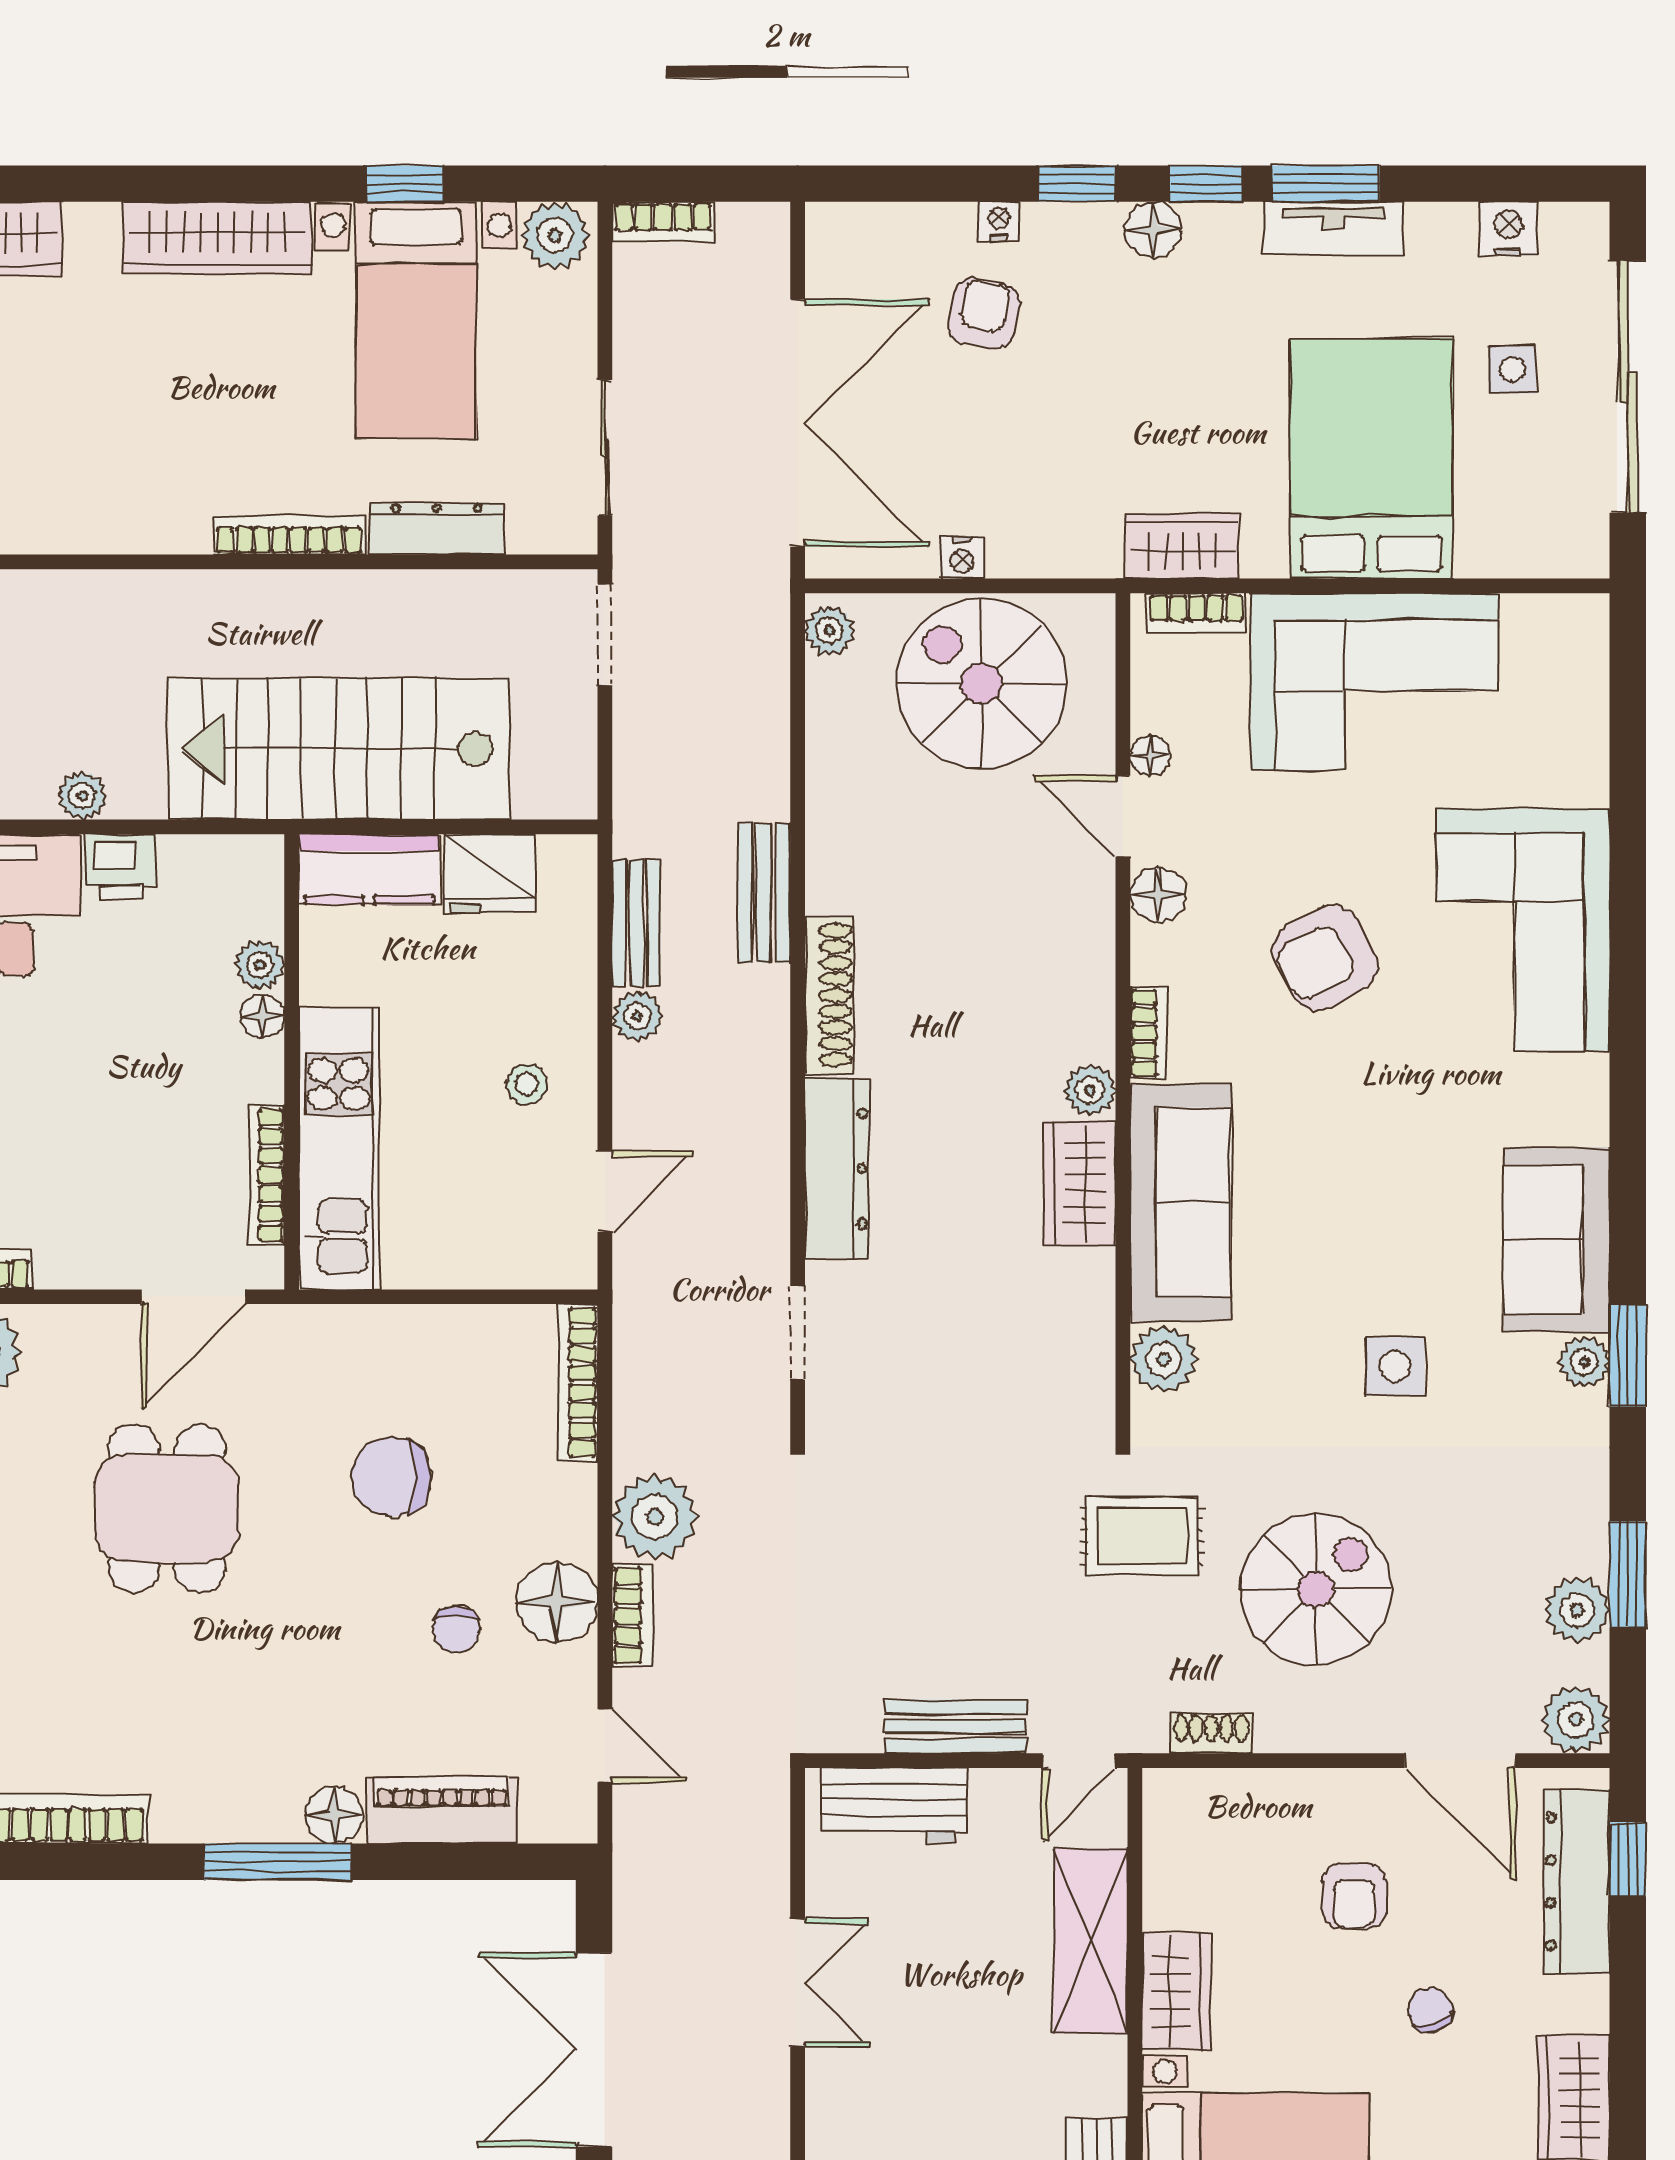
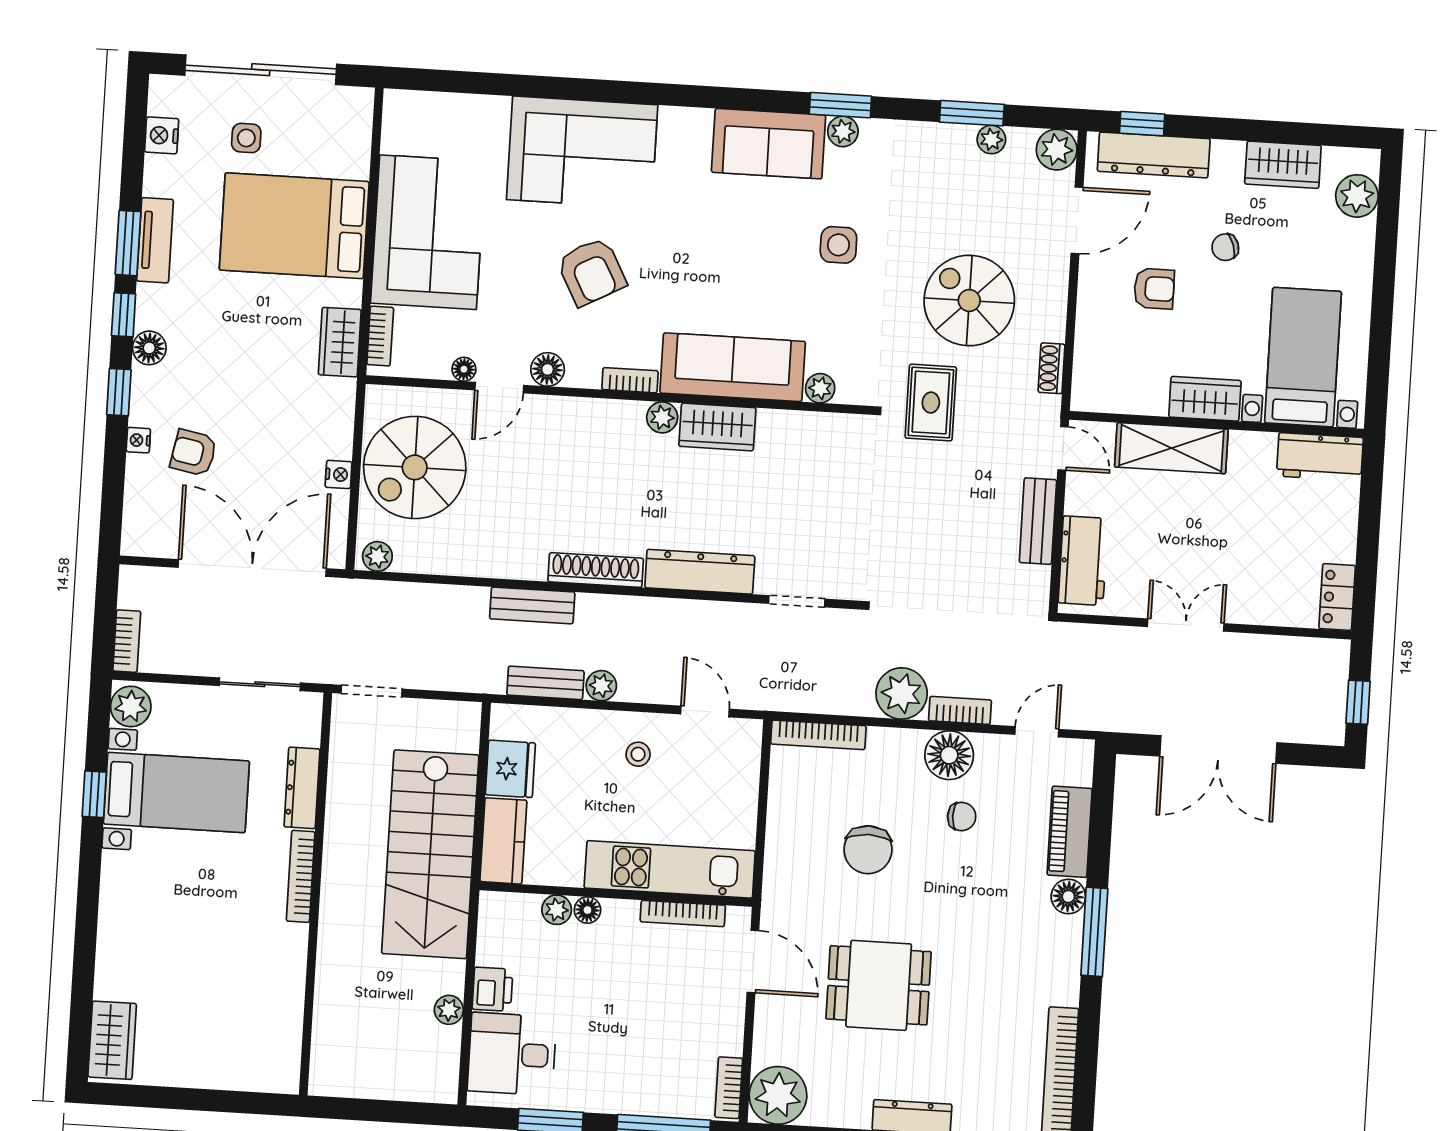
wardrobe: (217, 238) -> (120, 909), removed
plant: (1164, 1359) -> (820, 388), width x0.73, depth x0.73
plant: (1577, 1610) -> (991, 140), width x0.73, depth x0.73

